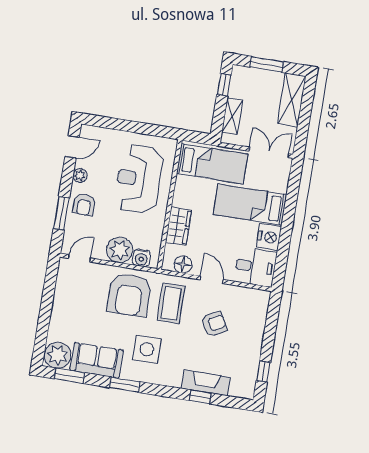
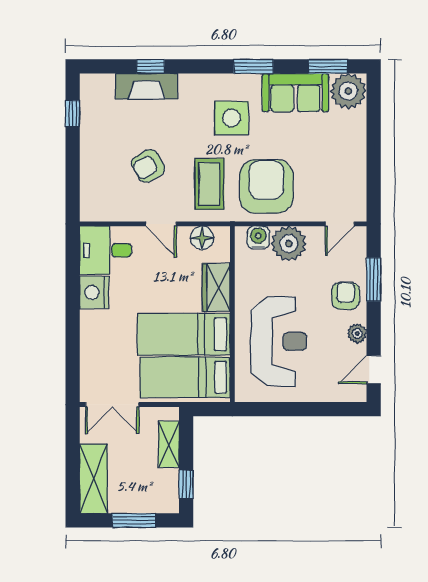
bed: (250, 205) -> (184, 334), moved, turned 180

